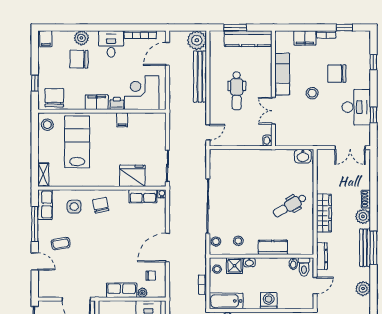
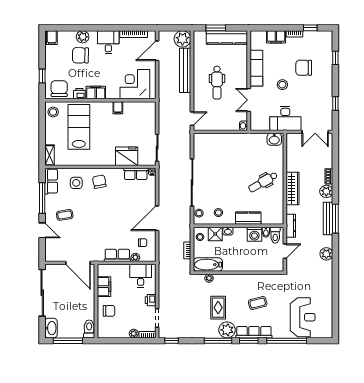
printer: (117, 104) -> (79, 94), moved
desk: (356, 107) -> (285, 118), moved, turned 90
washing machine: (269, 301) -> (254, 234), moved, turned 180

